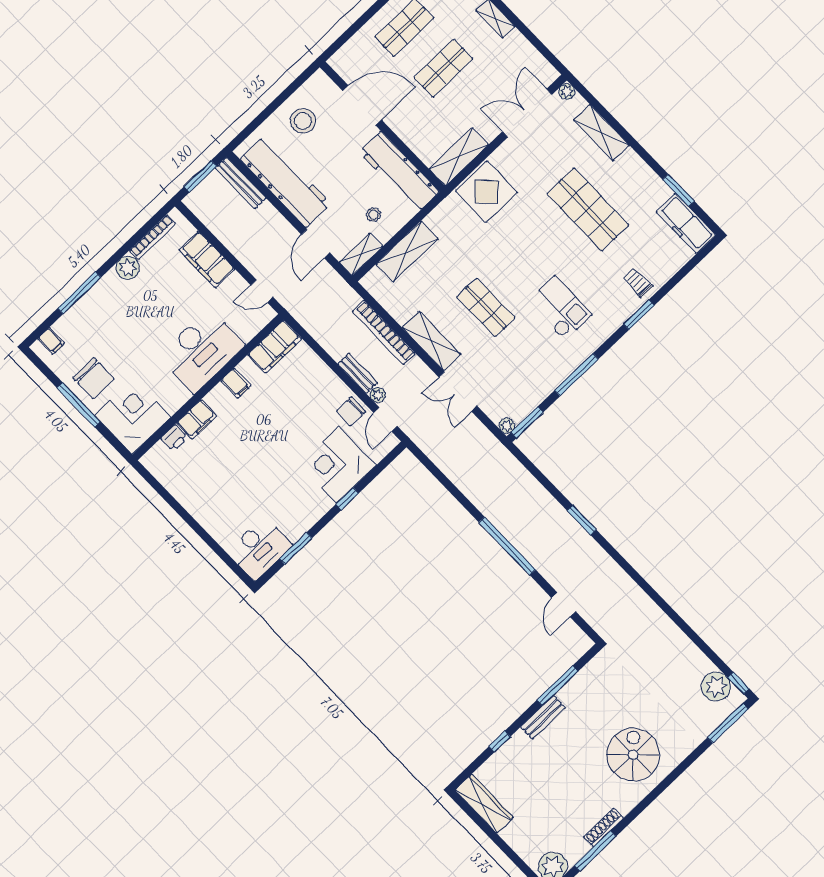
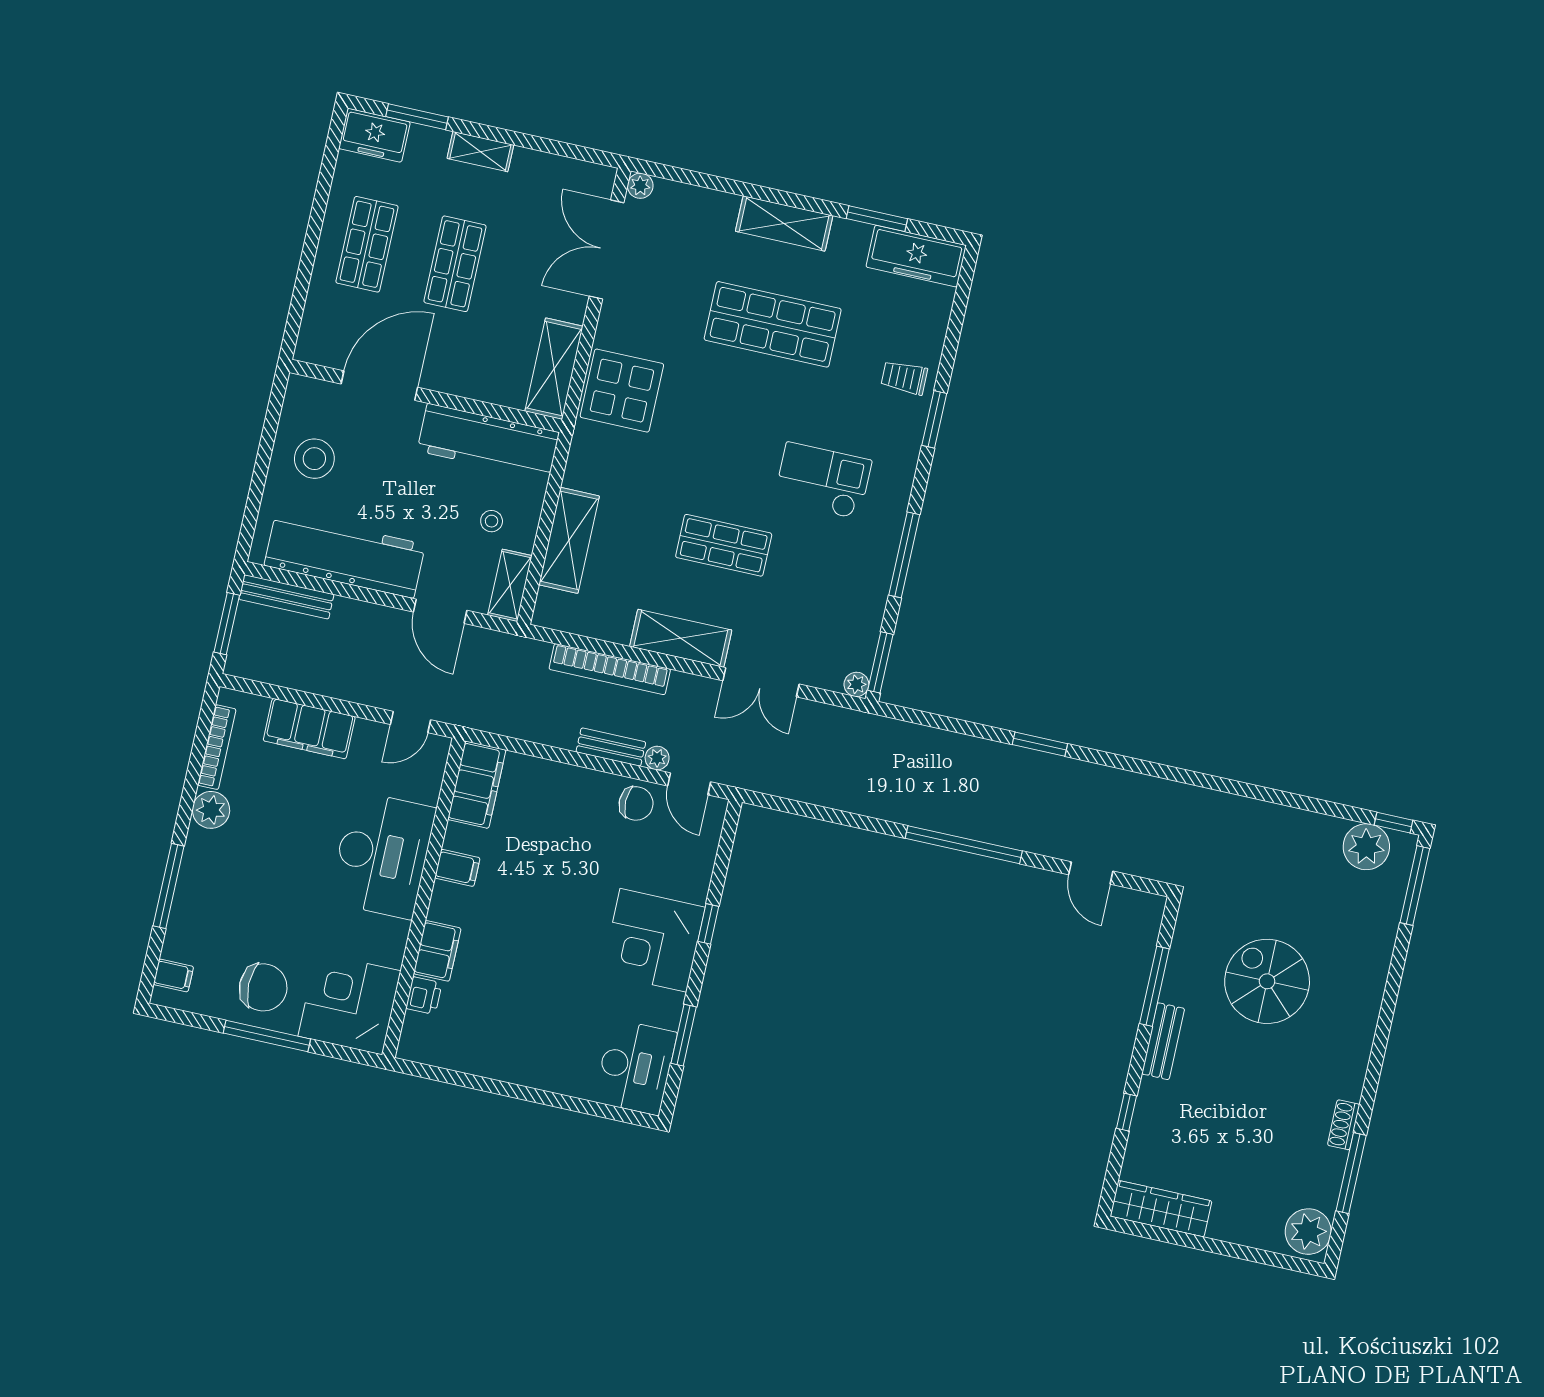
shelving: (601, 133) -> (784, 223), moved
chair: (351, 411) -> (636, 803), turned -90
corner desk: (338, 465) -> (653, 940), moved
spiral stairs: (633, 755) -> (1267, 981), moved
shoe rack: (604, 827) -> (1344, 1125), width x0.70

